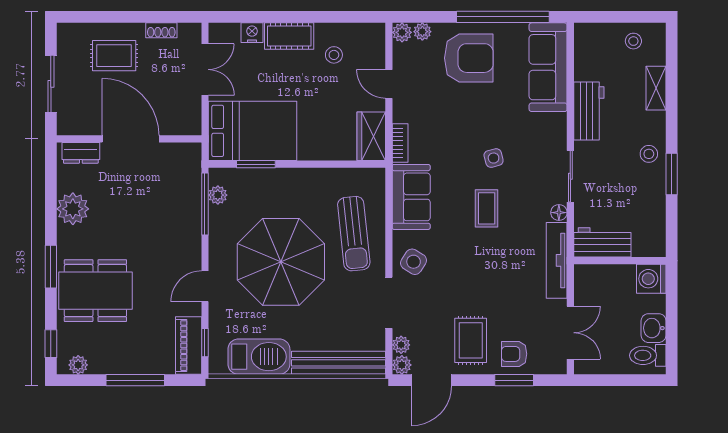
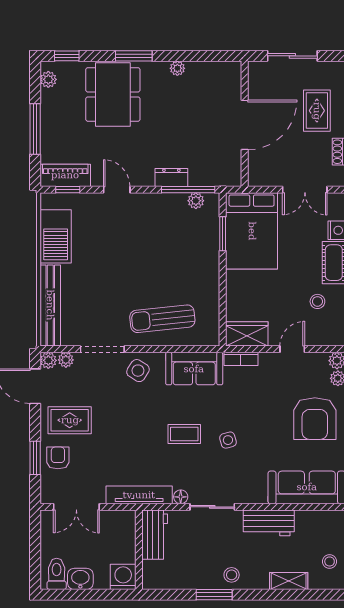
dresser: (81, 153) -> (171, 177), moved, turned 90
plant: (73, 209) -> (177, 68), width x0.53, depth x0.53
parasol: (281, 262) -> (138, 255), removed

